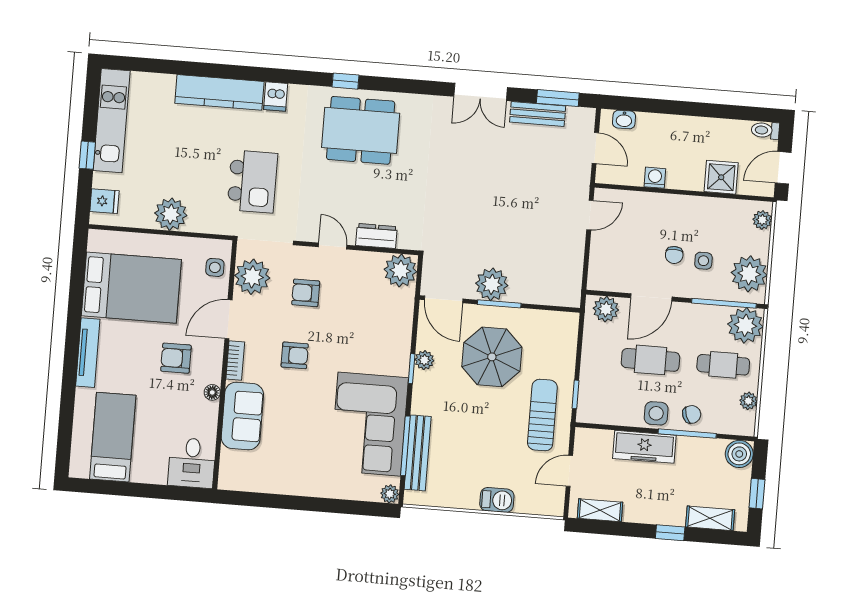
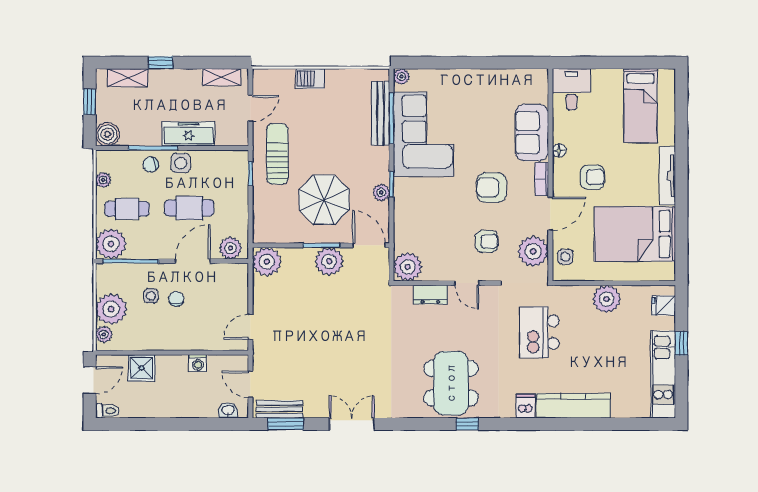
bench: (538, 114) -> (280, 409), moved
dining table: (361, 130) -> (451, 383), turned 90
plant: (749, 274) -> (111, 309), moved
plant: (565, 290) -> (267, 262), added
armchair: (295, 355) -> (492, 188), width x1.38, depth x1.38
sun lounger: (542, 415) -> (277, 154), turned 180

